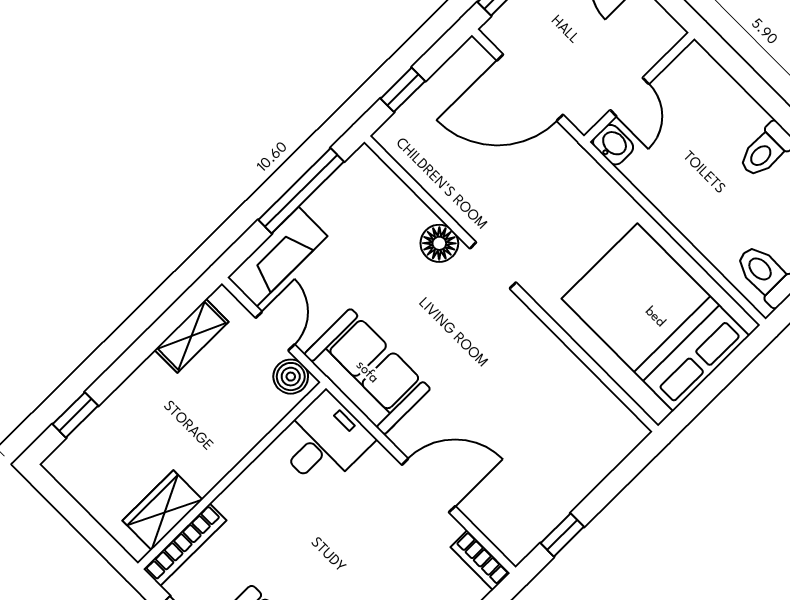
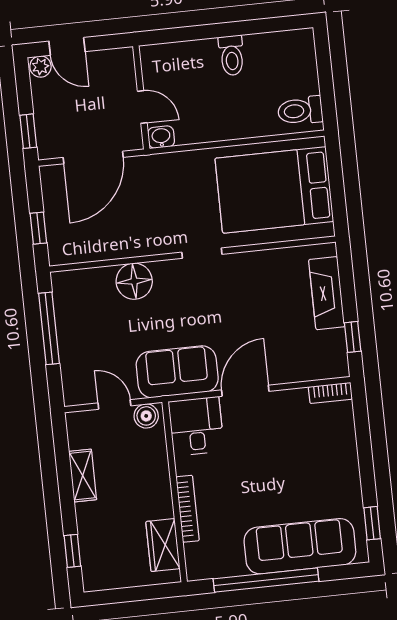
floor lamp: (439, 243) -> (134, 281), width x1.38, depth x1.38
fireplace: (278, 257) -> (327, 293), moved, turned 180
doorway: (493, 265) -> (202, 253), moved
shelving: (192, 336) -> (83, 476), moved
door: (429, 486) -> (245, 391), moved
bookcase: (185, 545) -> (188, 509), moved

